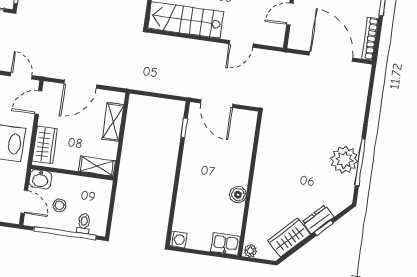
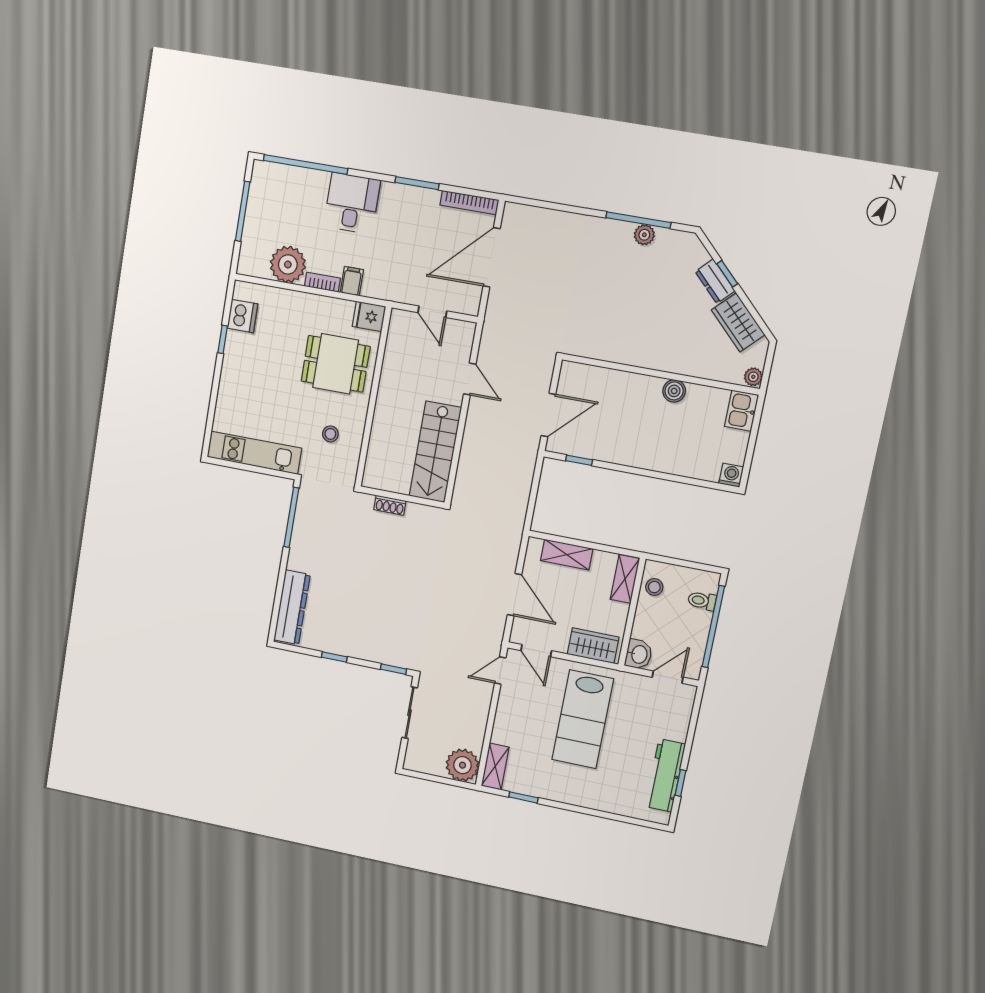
plant: (344, 160) -> (644, 235), width x0.53, depth x0.53
stool: (59, 205) -> (654, 587), moved

